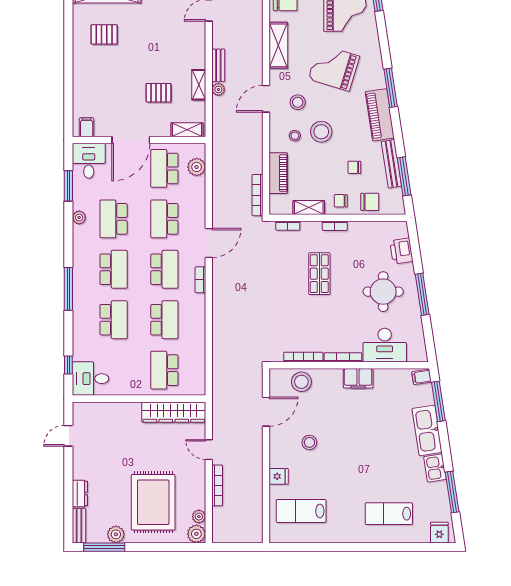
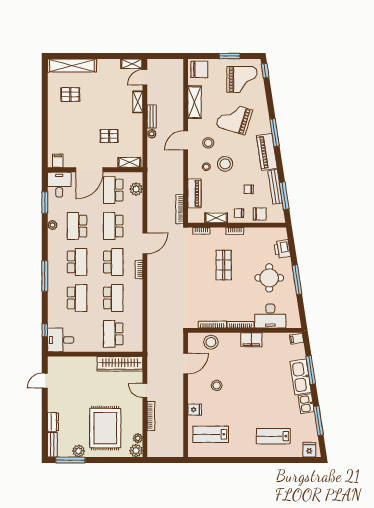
shelving: (199, 85) -> (138, 102), moved
window: (438, 401) -> (311, 370), moved

